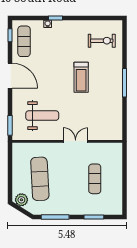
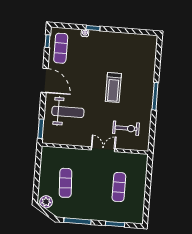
exercise bike: (102, 41) -> (126, 128), moved
weight bench: (42, 116) -> (68, 112), moved
exercise mat: (40, 179) -> (65, 183), width x0.73, depth x0.69

